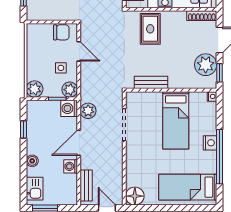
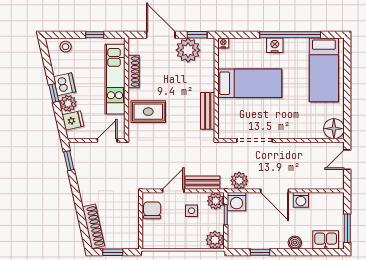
shoe rack: (202, 16) -> (134, 72), moved
bench: (86, 186) -> (202, 183), moved

